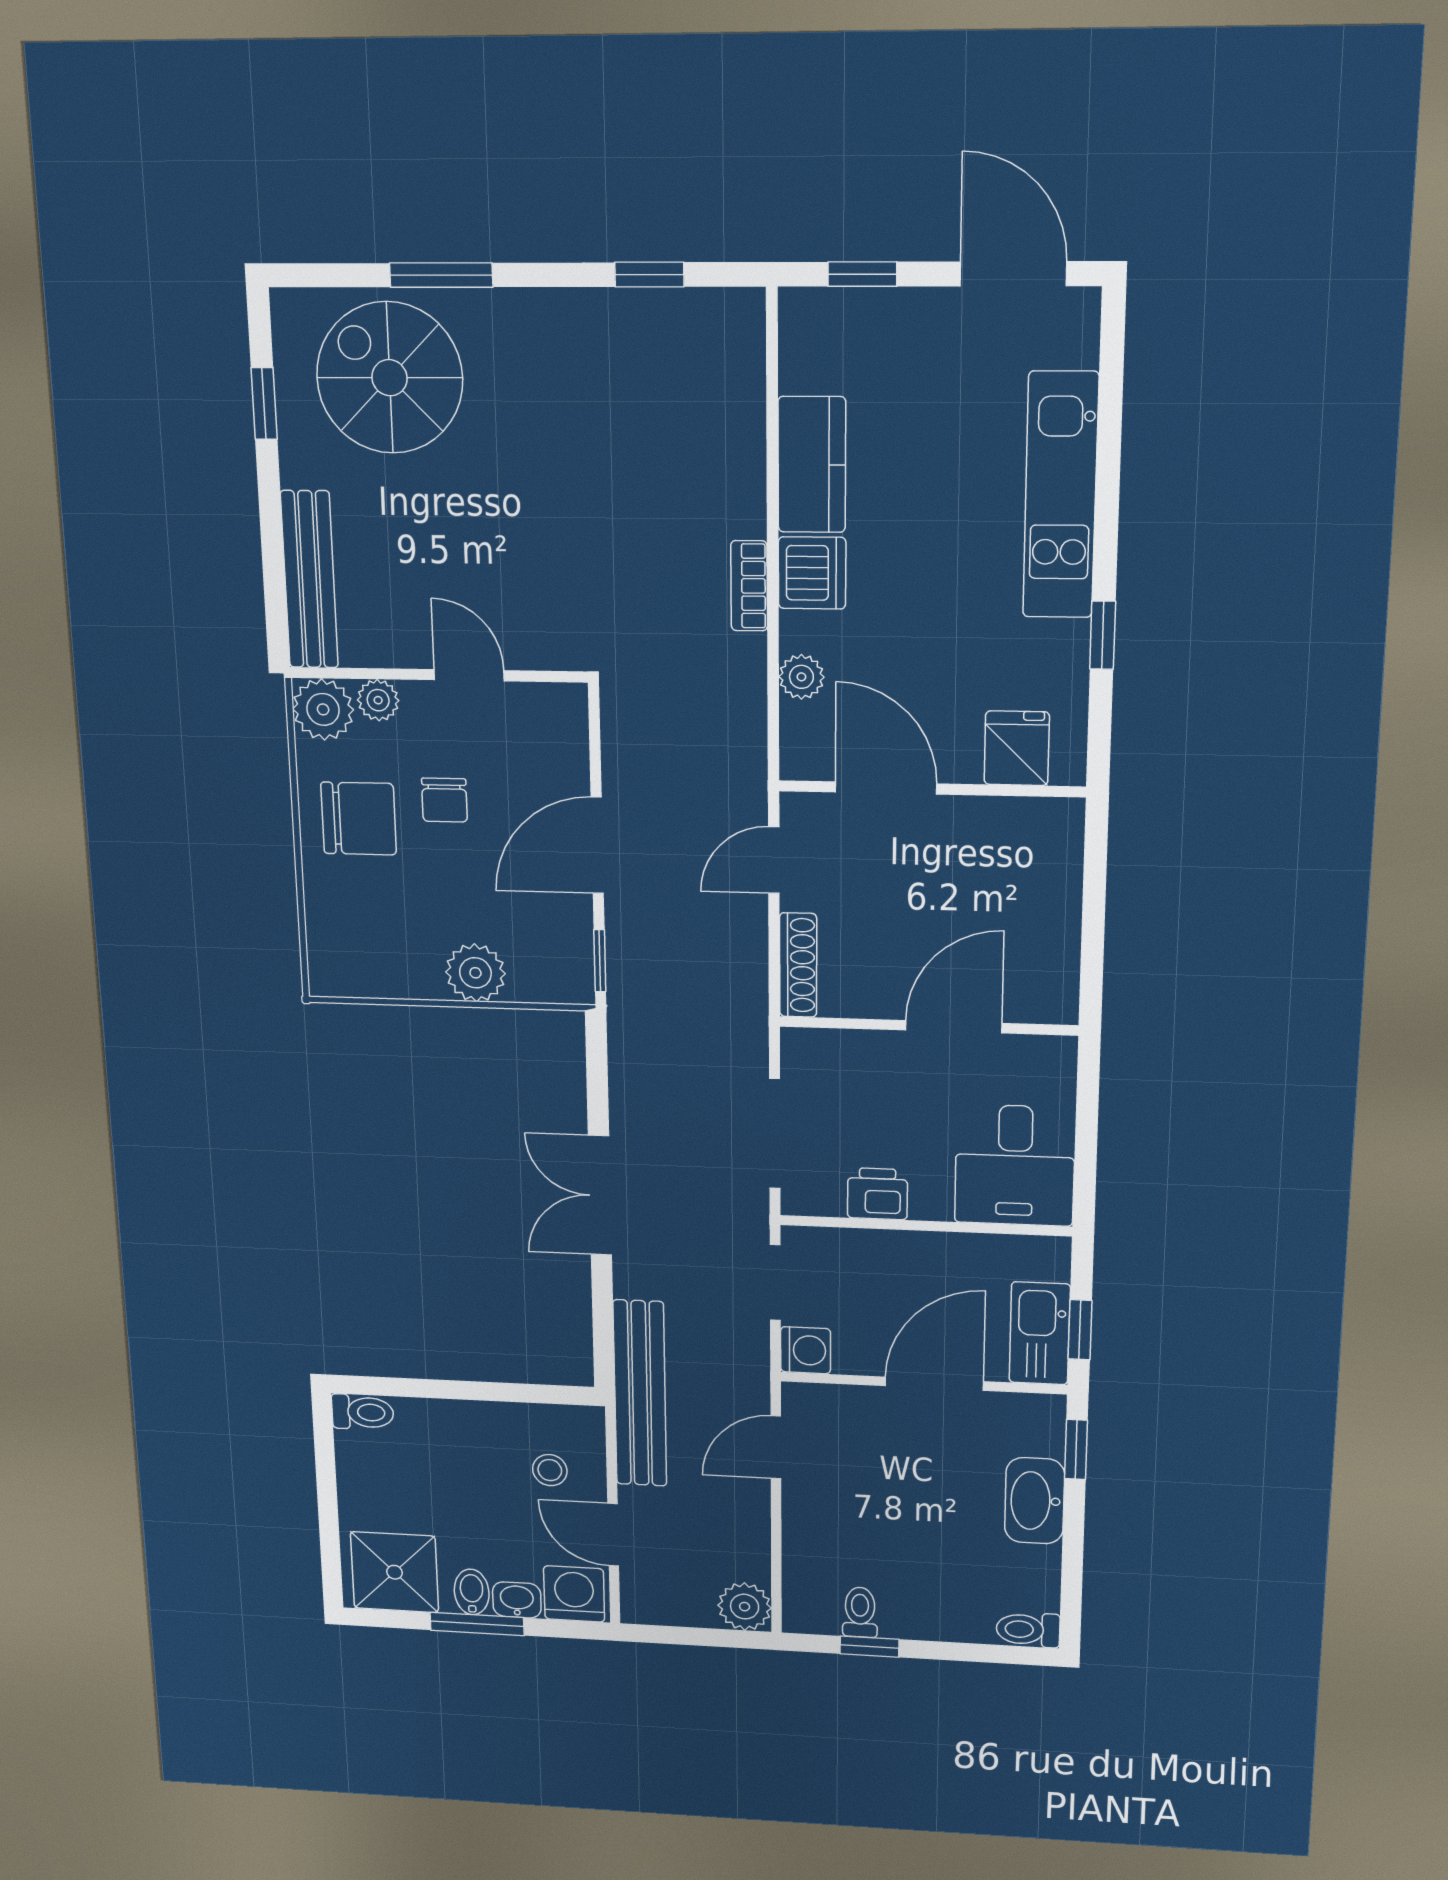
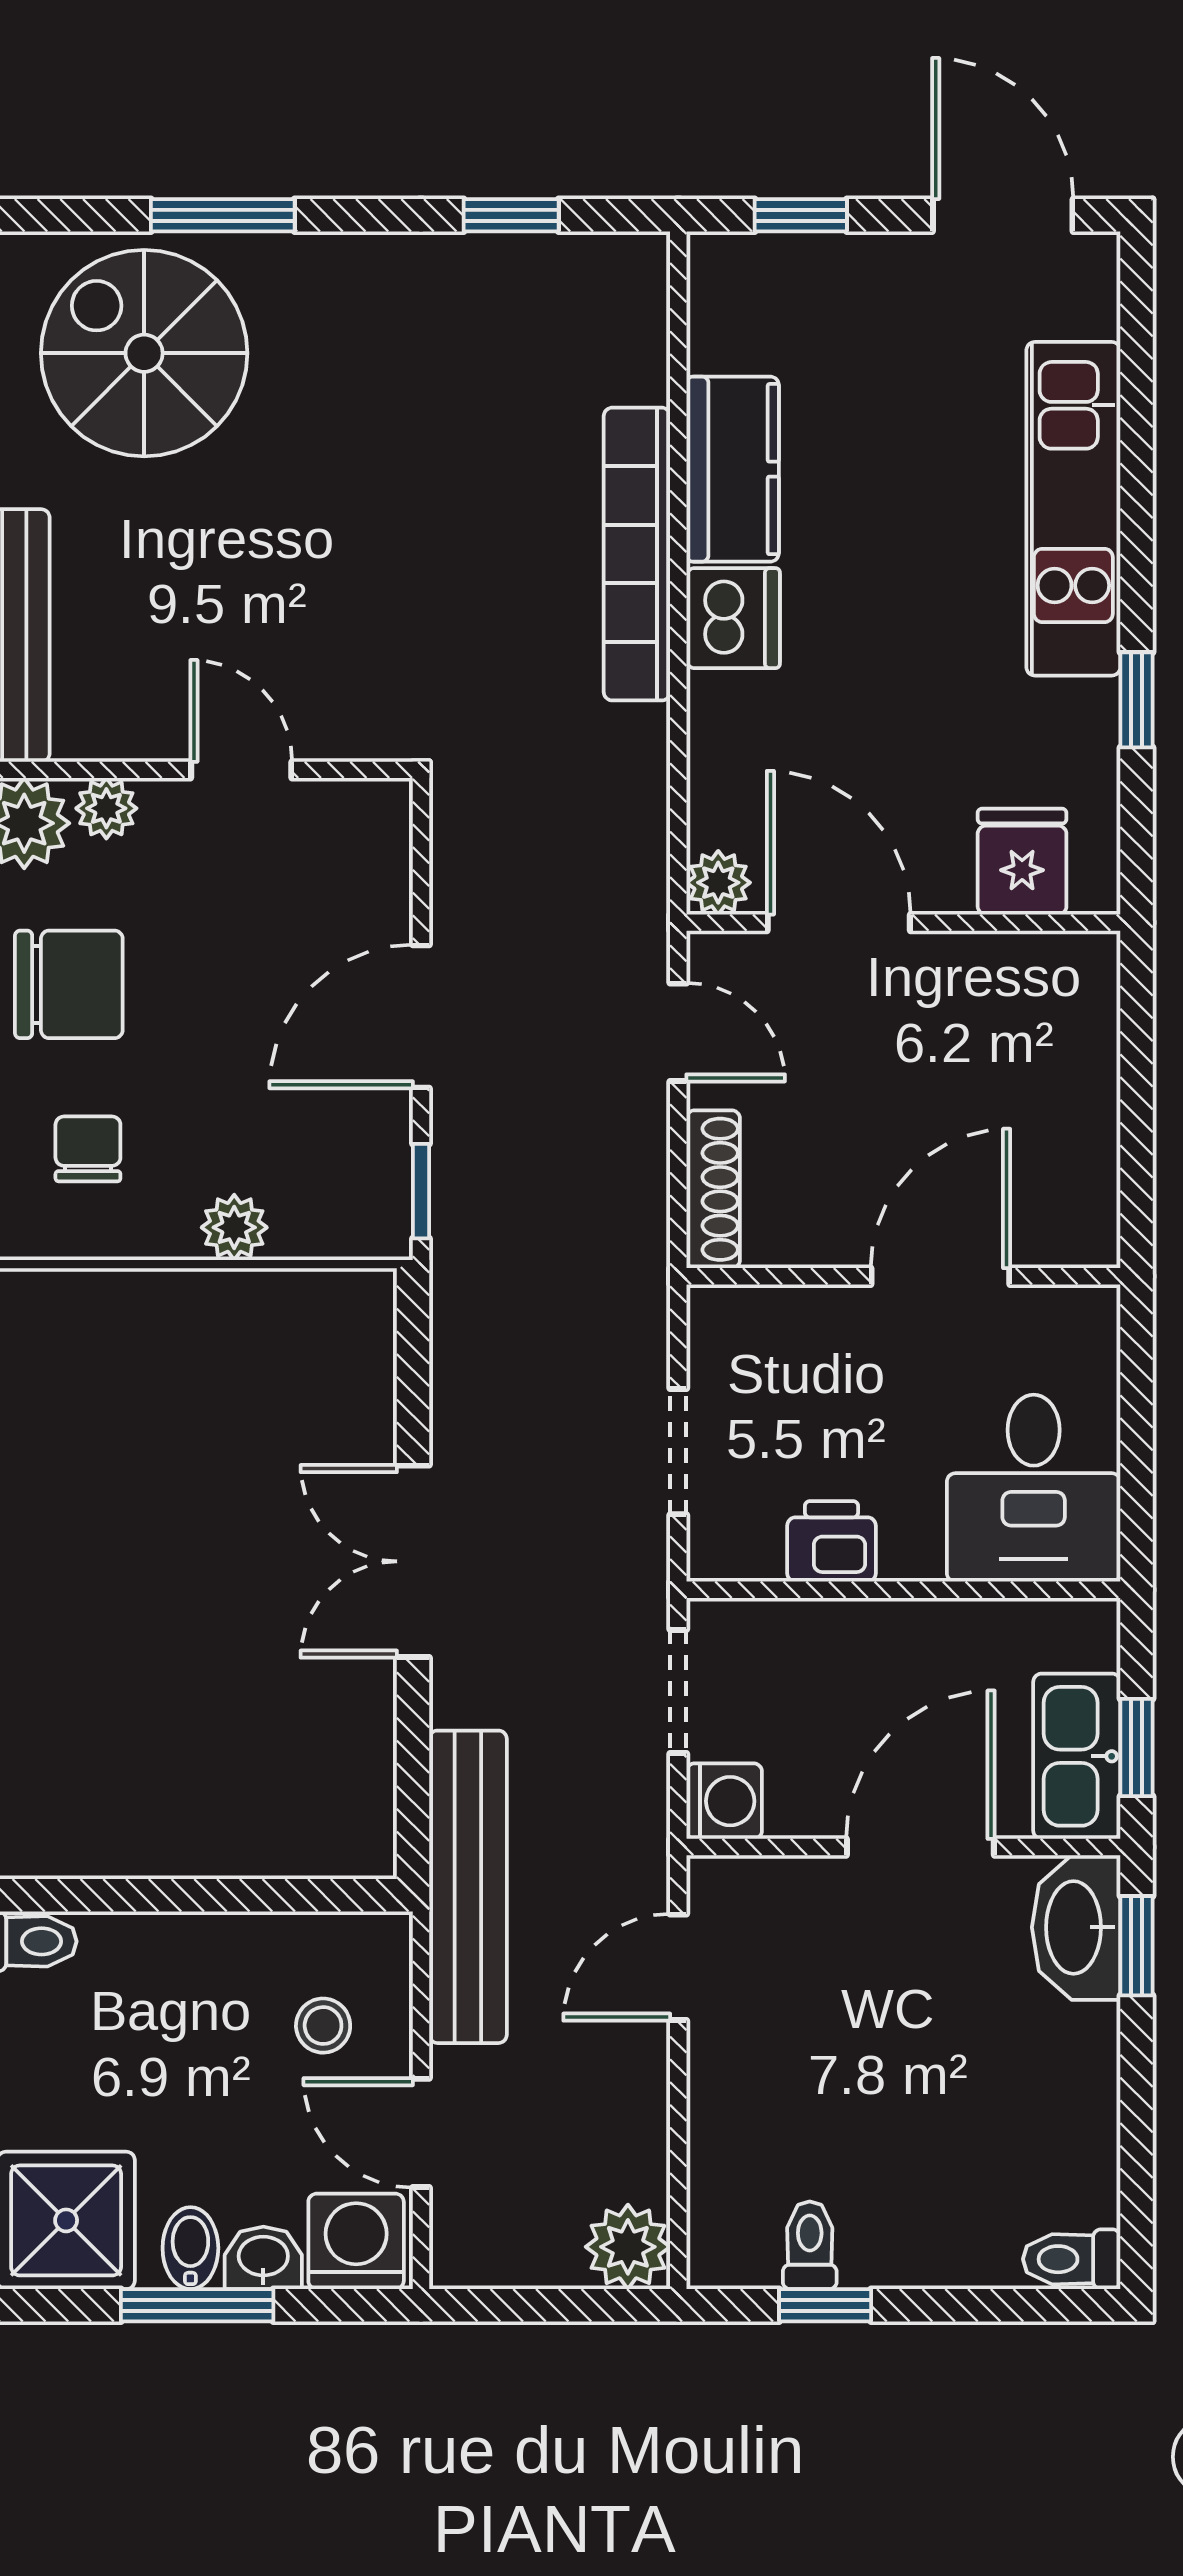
bookcase: (749, 586) -> (637, 554), width x2.31, depth x1.31
plant: (801, 677) -> (718, 883), moved
chair: (444, 800) -> (88, 1149), moved, turned 180
door: (774, 860) -> (678, 1032), swing flipped
plant: (475, 973) -> (234, 1227), width x0.73, depth x0.73
doorway: (775, 1133) -> (678, 1452), width x0.73
washbasin: (1035, 1501) -> (1076, 1927), moved

